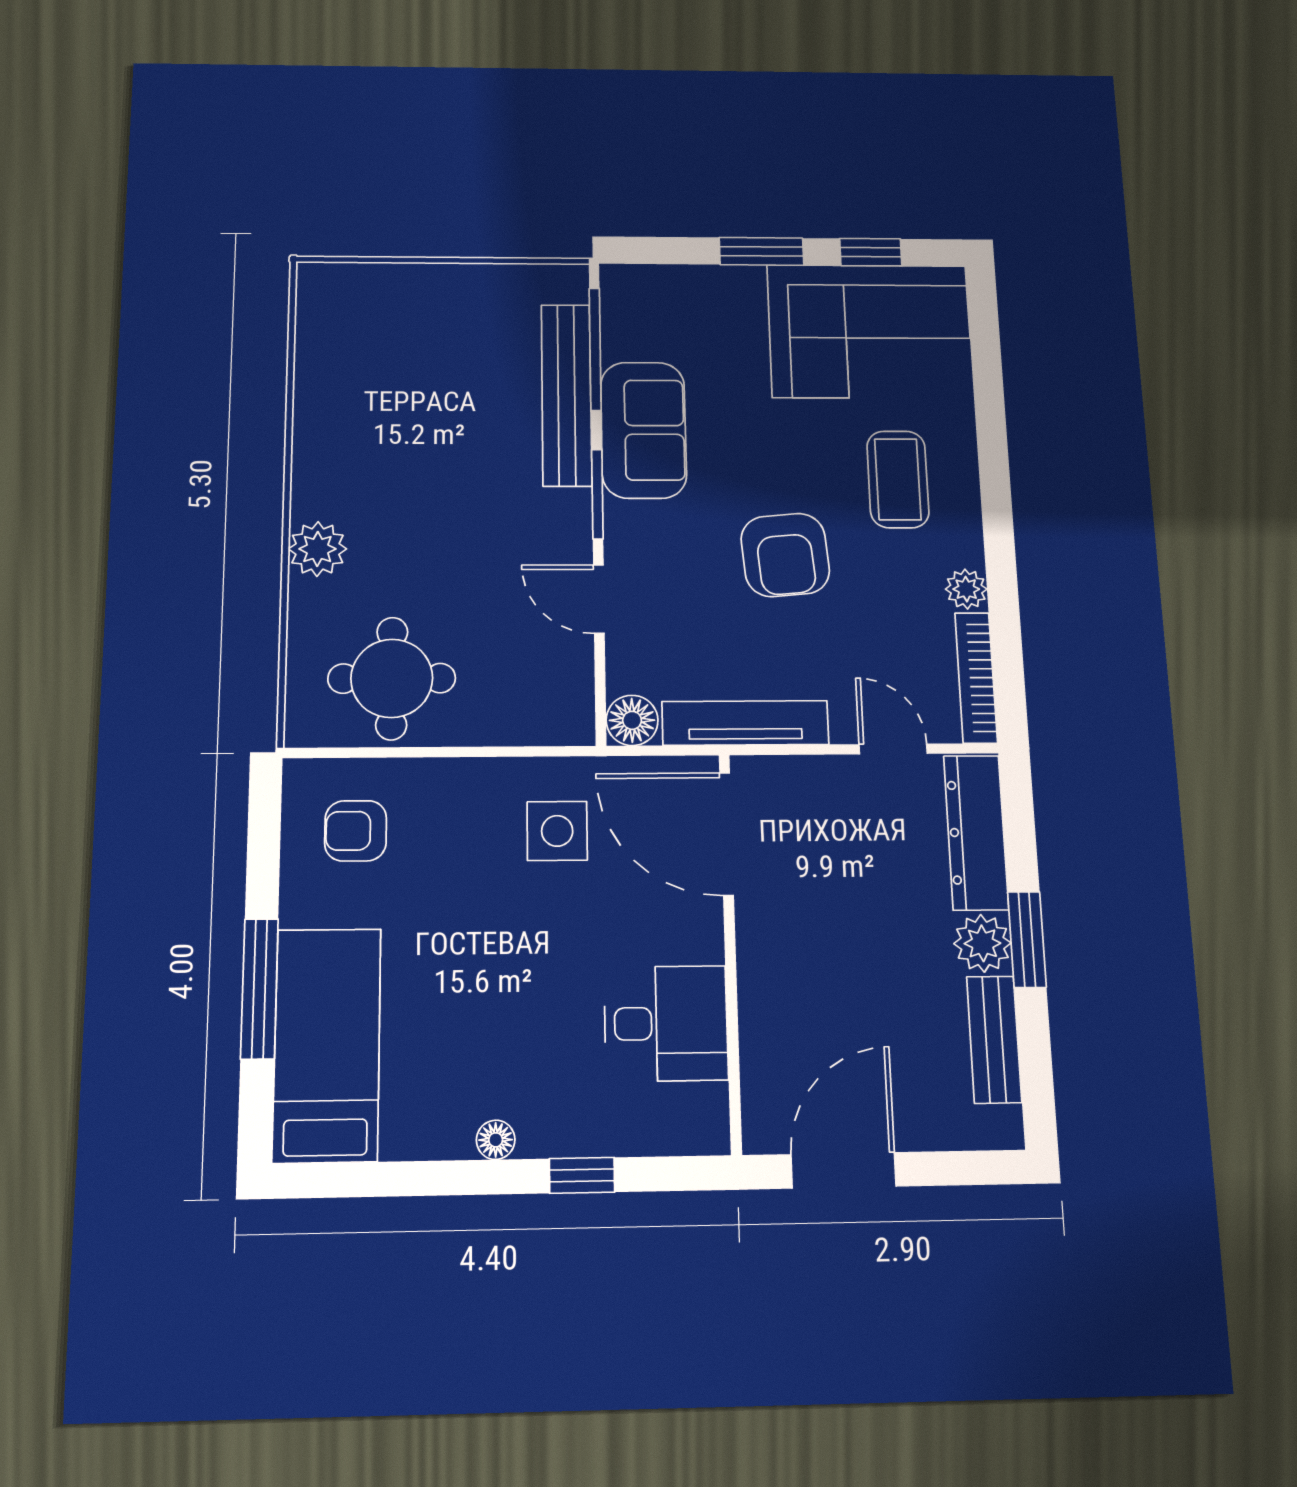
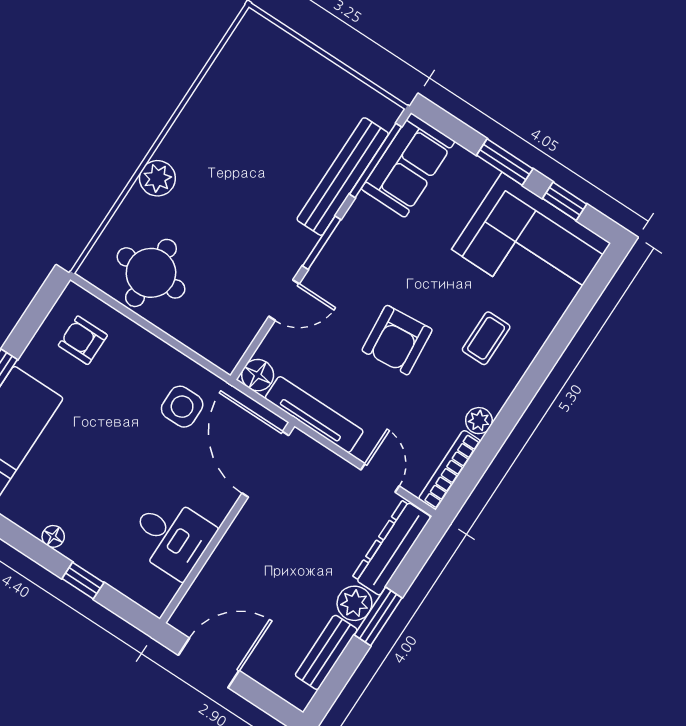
sofa: (644, 430) -> (408, 165), moved
coffee table: (898, 479) -> (486, 338), width x0.73, depth x0.77
door: (599, 599) -> (284, 300), swing flipped

